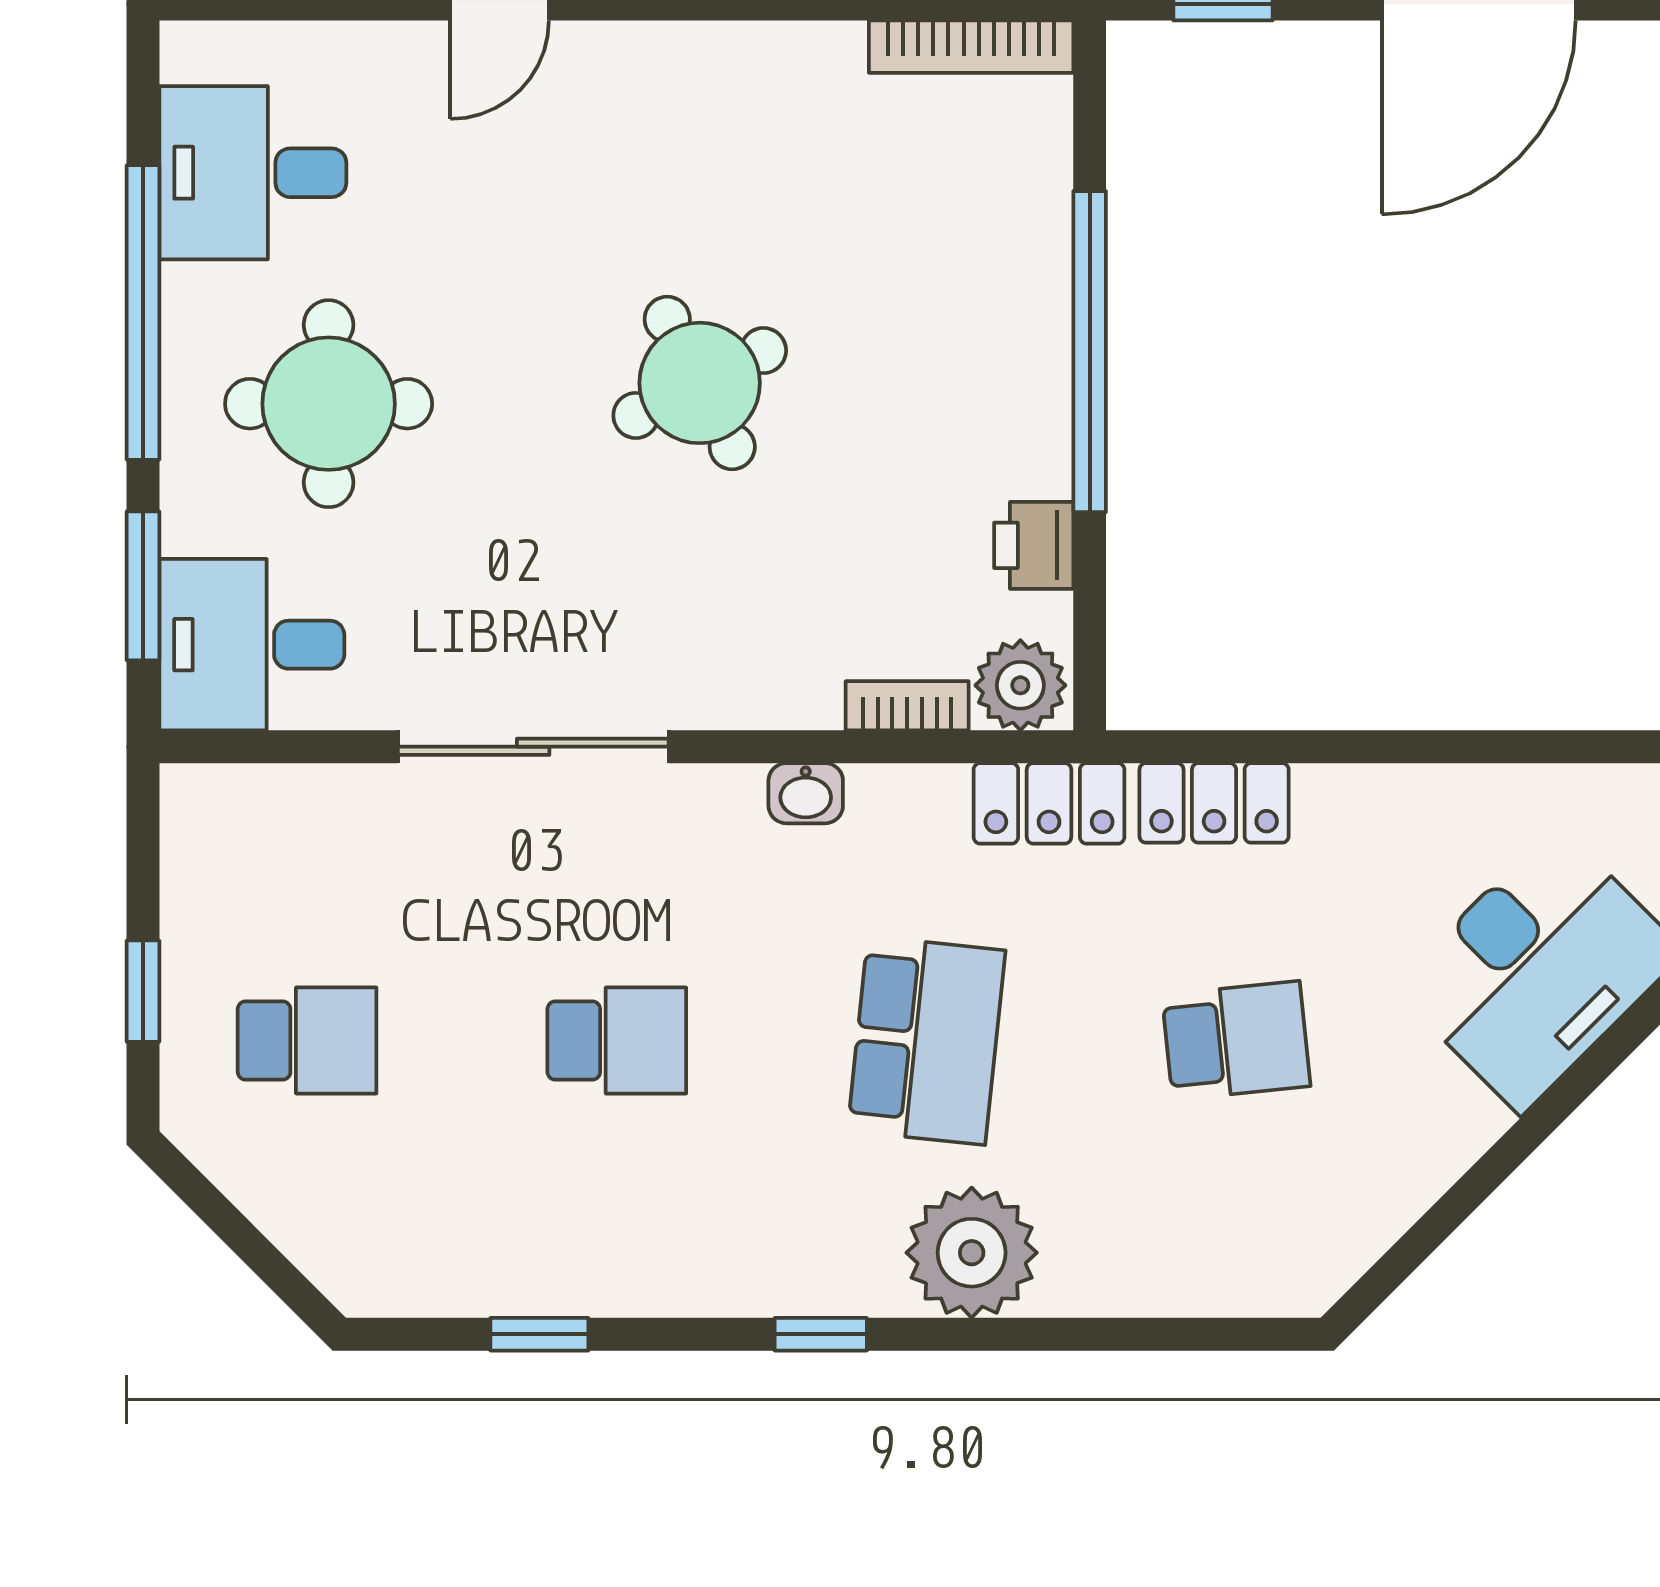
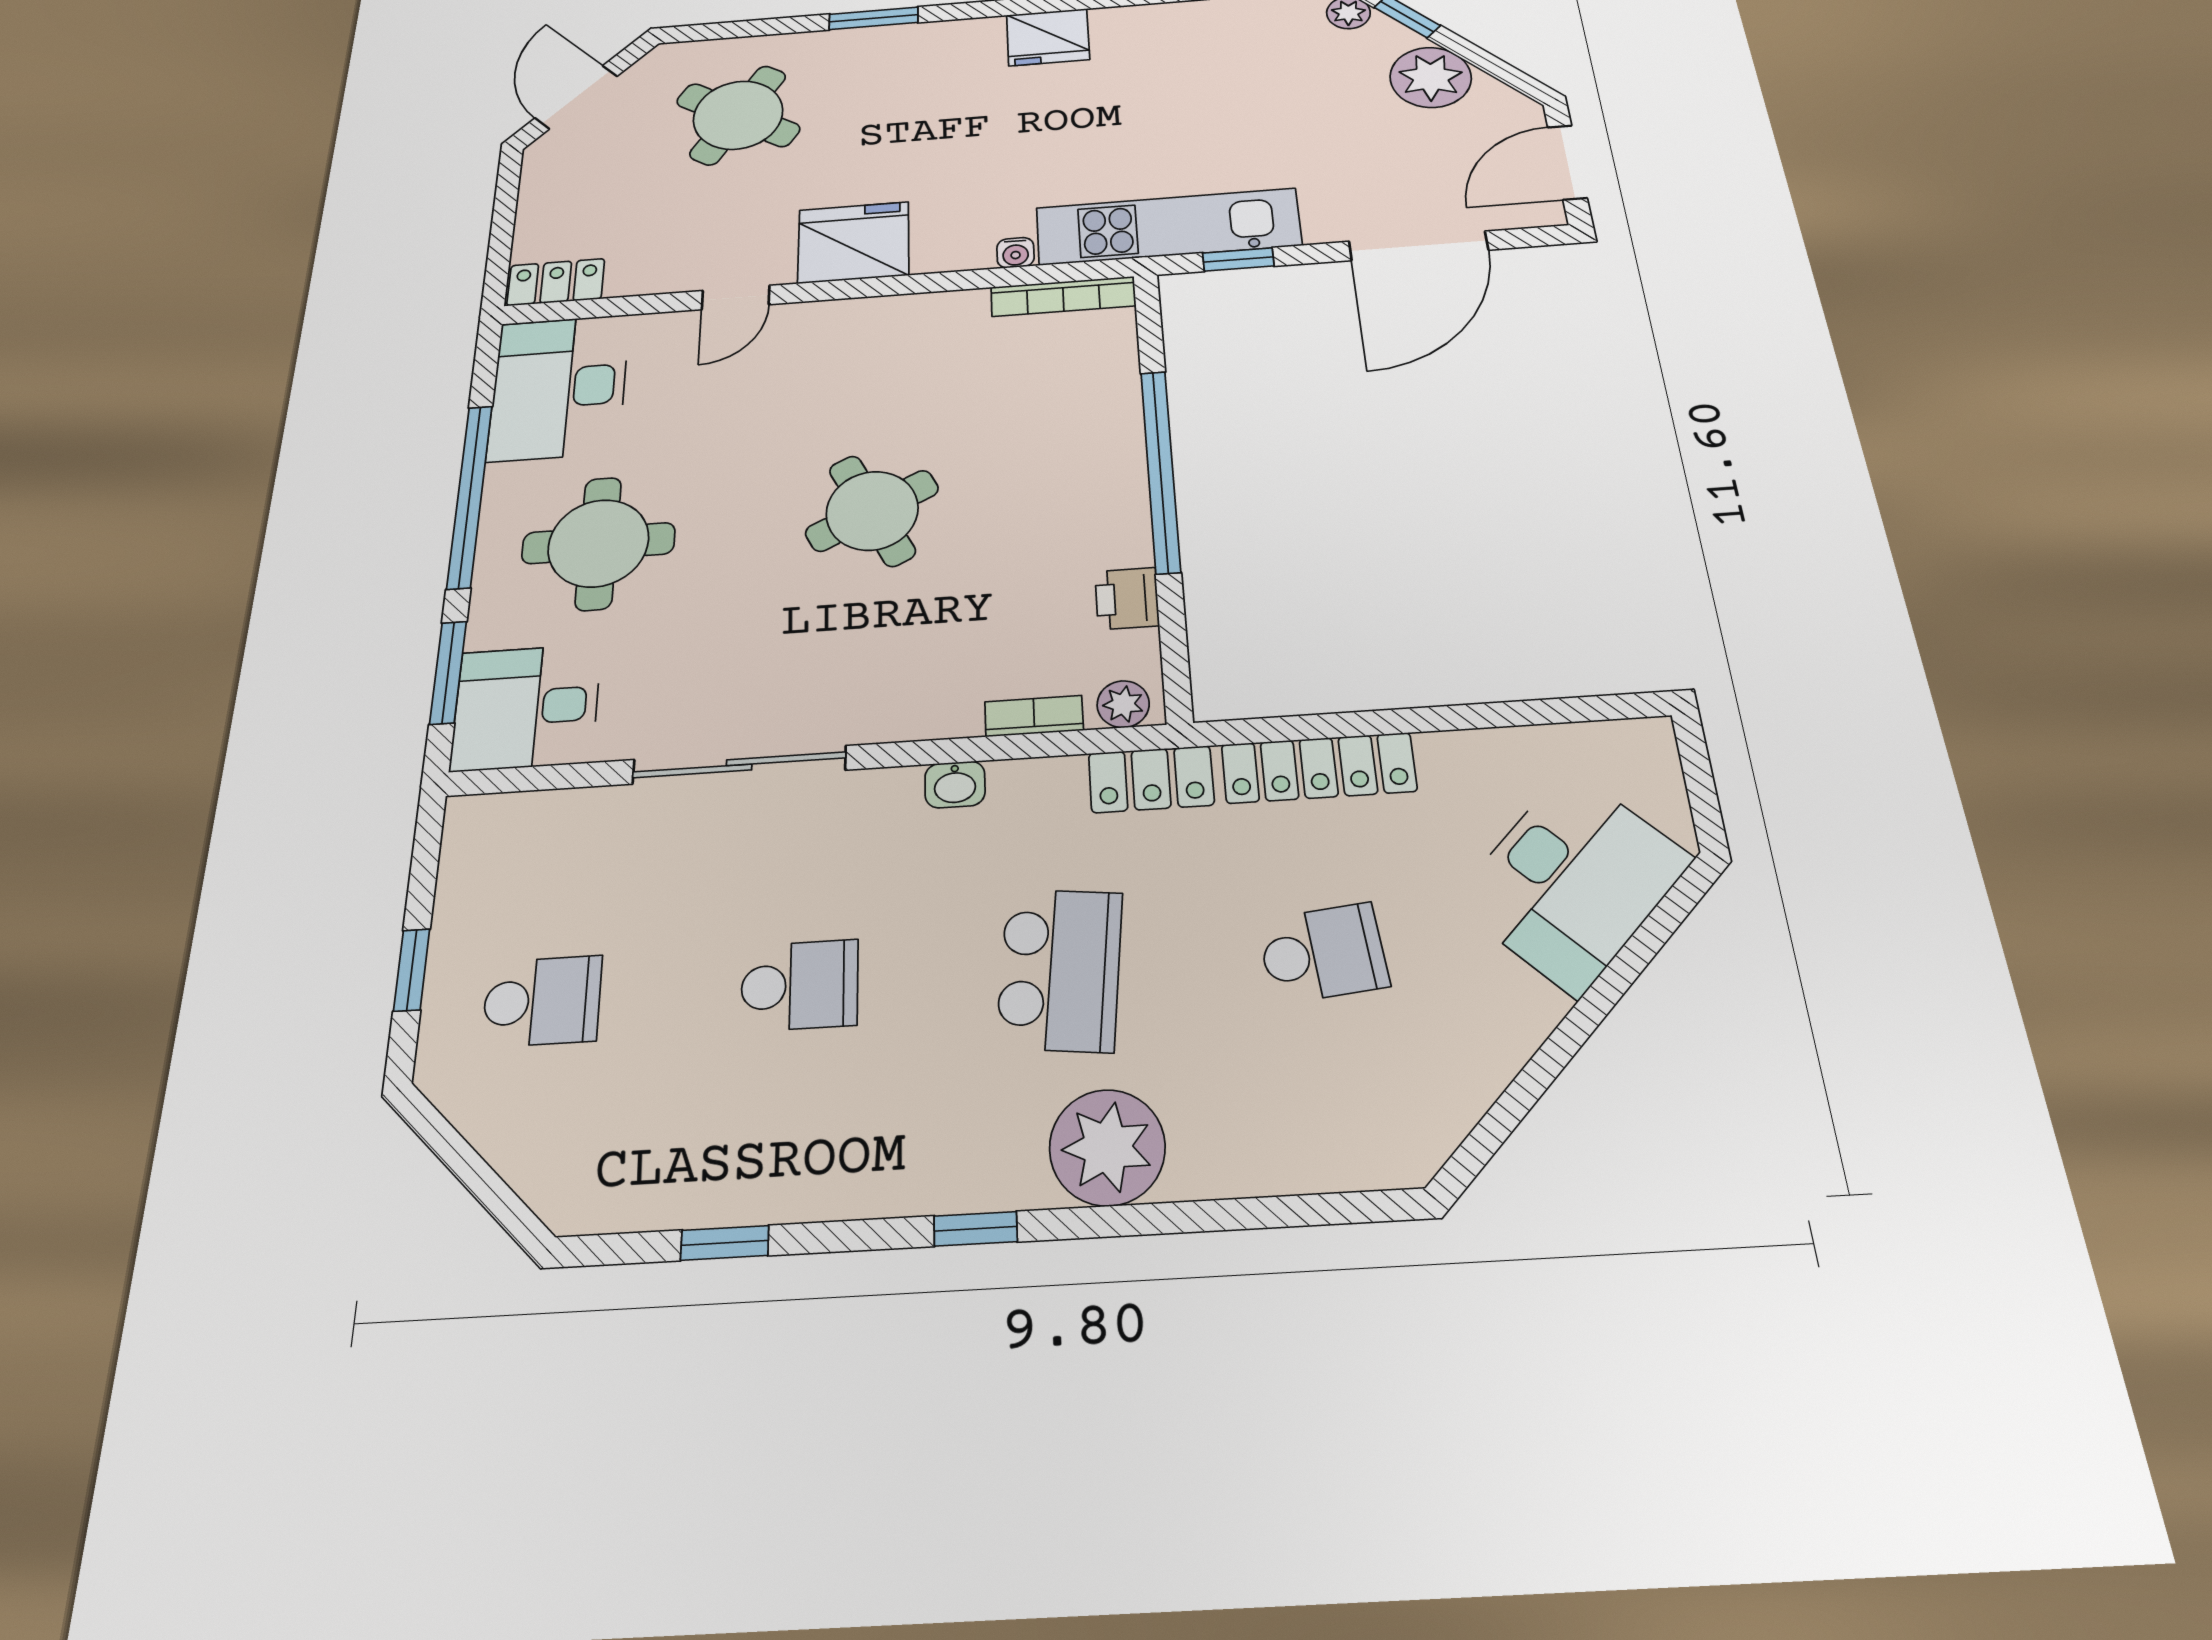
desk: (253, 173) -> (559, 387), width x1.37
plant: (1020, 685) -> (1123, 704), width x0.73, depth x0.73
locker: (1214, 803) -> (1319, 768), width x1.53

